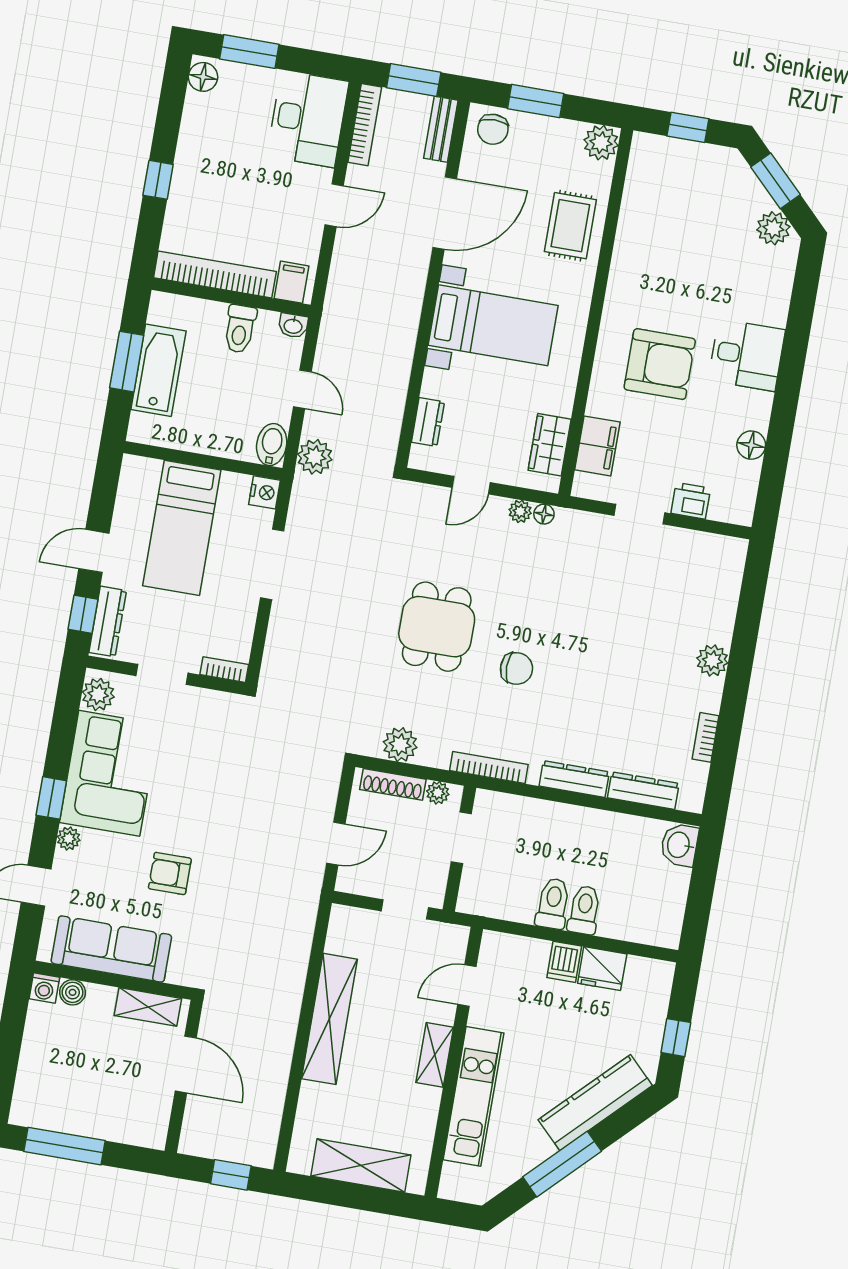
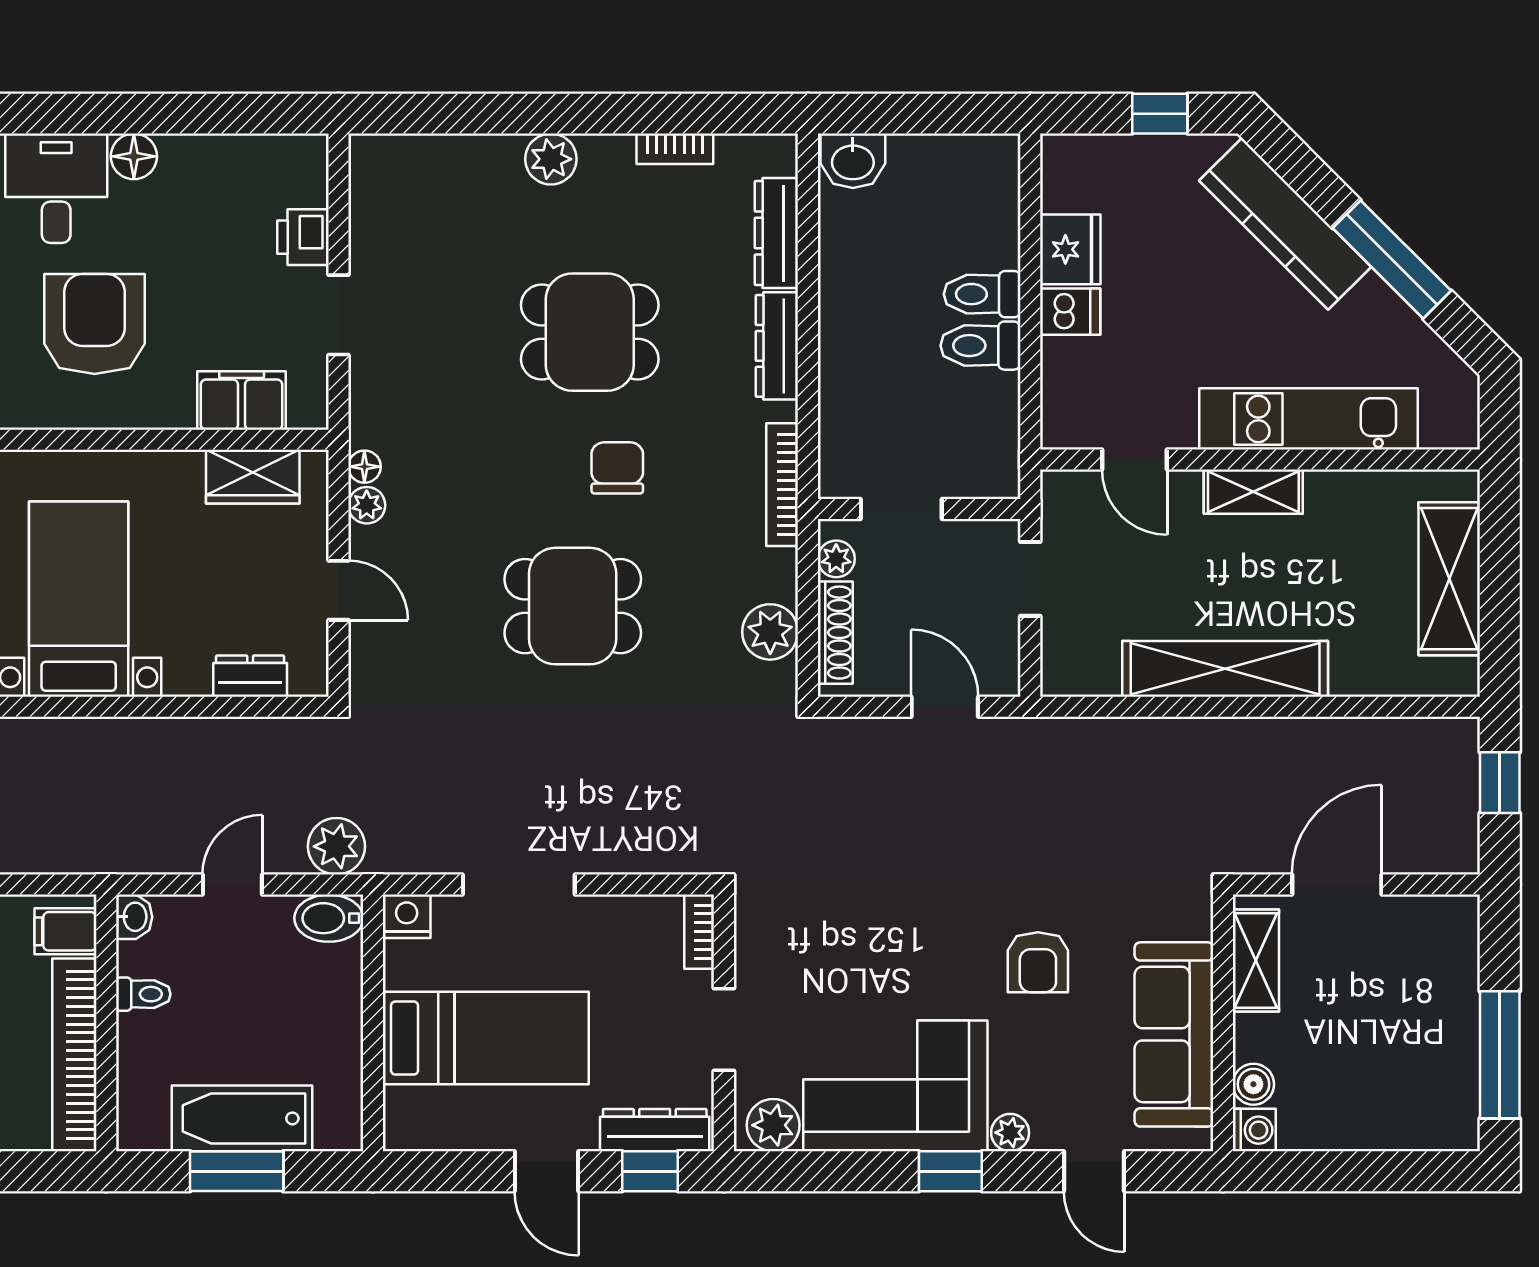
toilet: (240, 329) -> (143, 994), width x0.73, depth x0.72
floor lamp: (751, 445) -> (134, 156), moved
dining table: (602, 666) -> (590, 332), added

